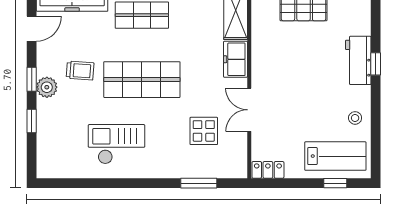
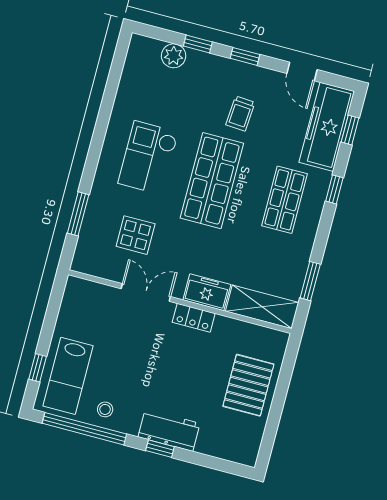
plant: (47, 87) -> (174, 56), moved
window: (376, 131) -> (84, 429), added
checkout: (116, 144) -> (148, 158), moved, turned 180
locker: (268, 170) -> (194, 318), moved, turned 90

